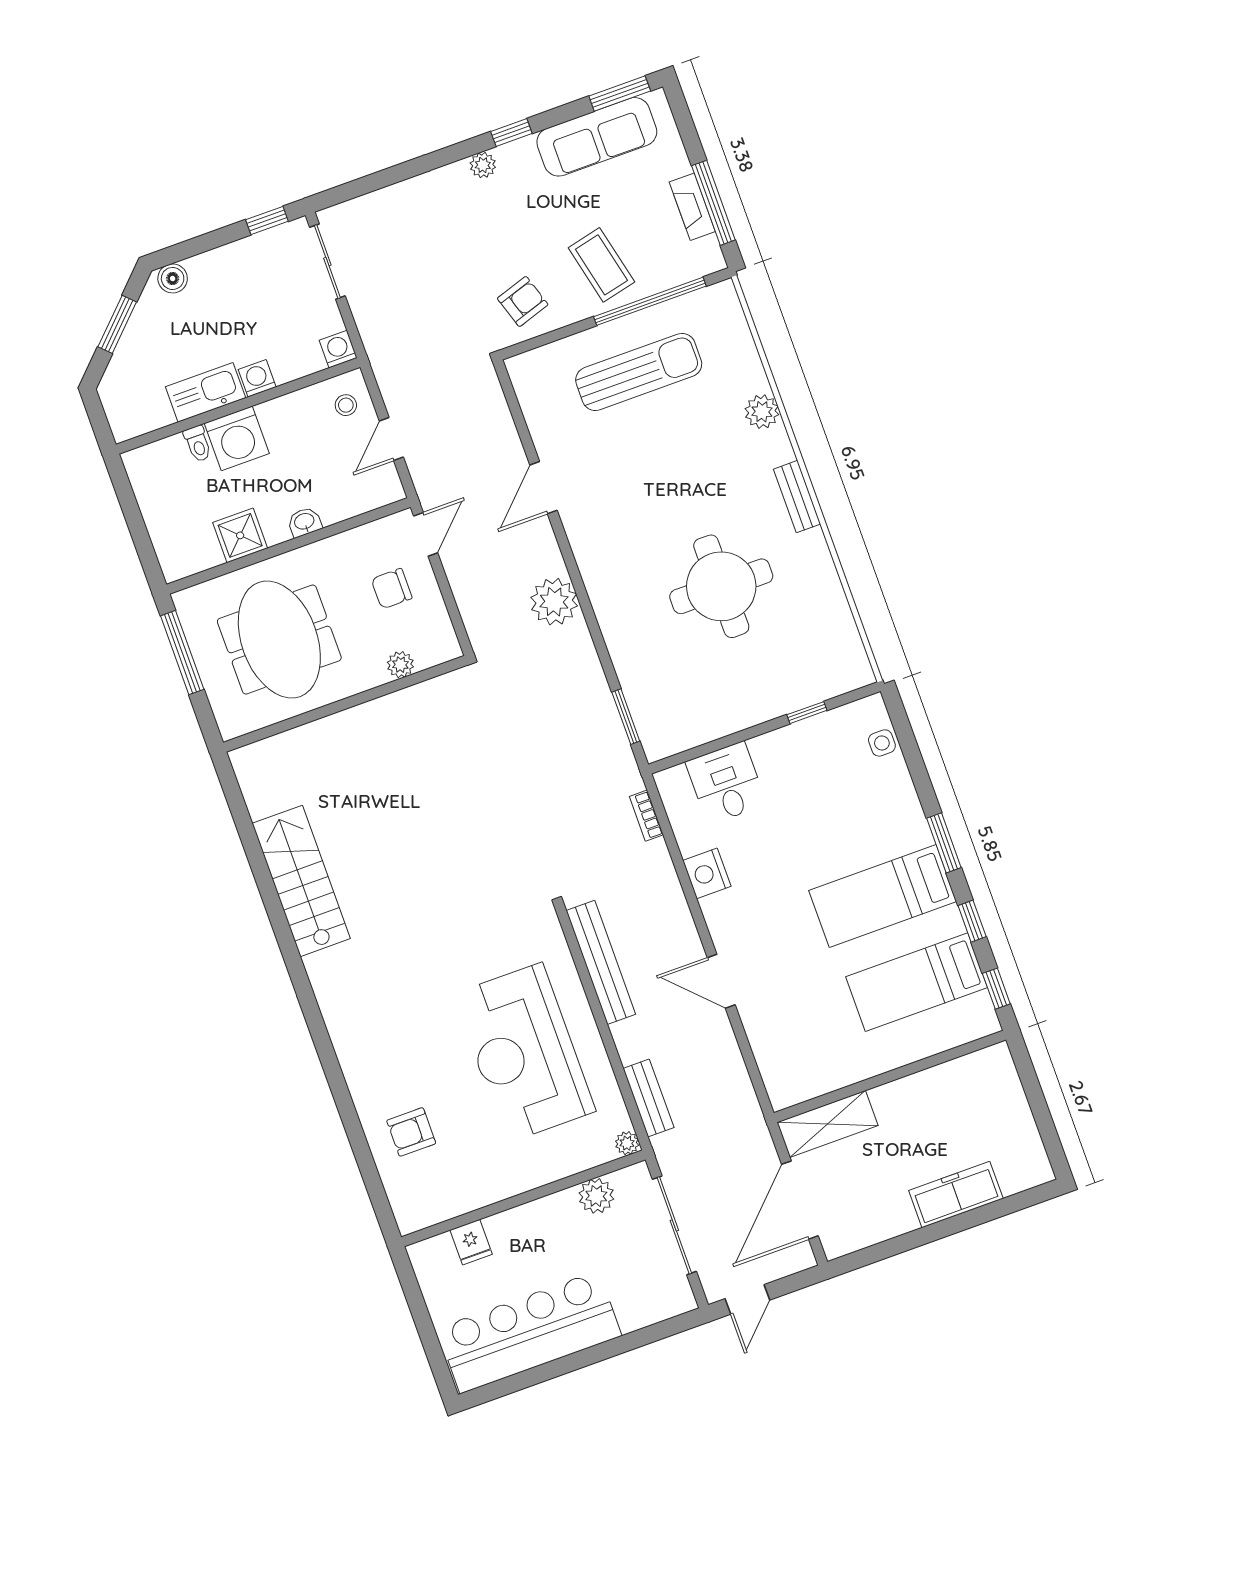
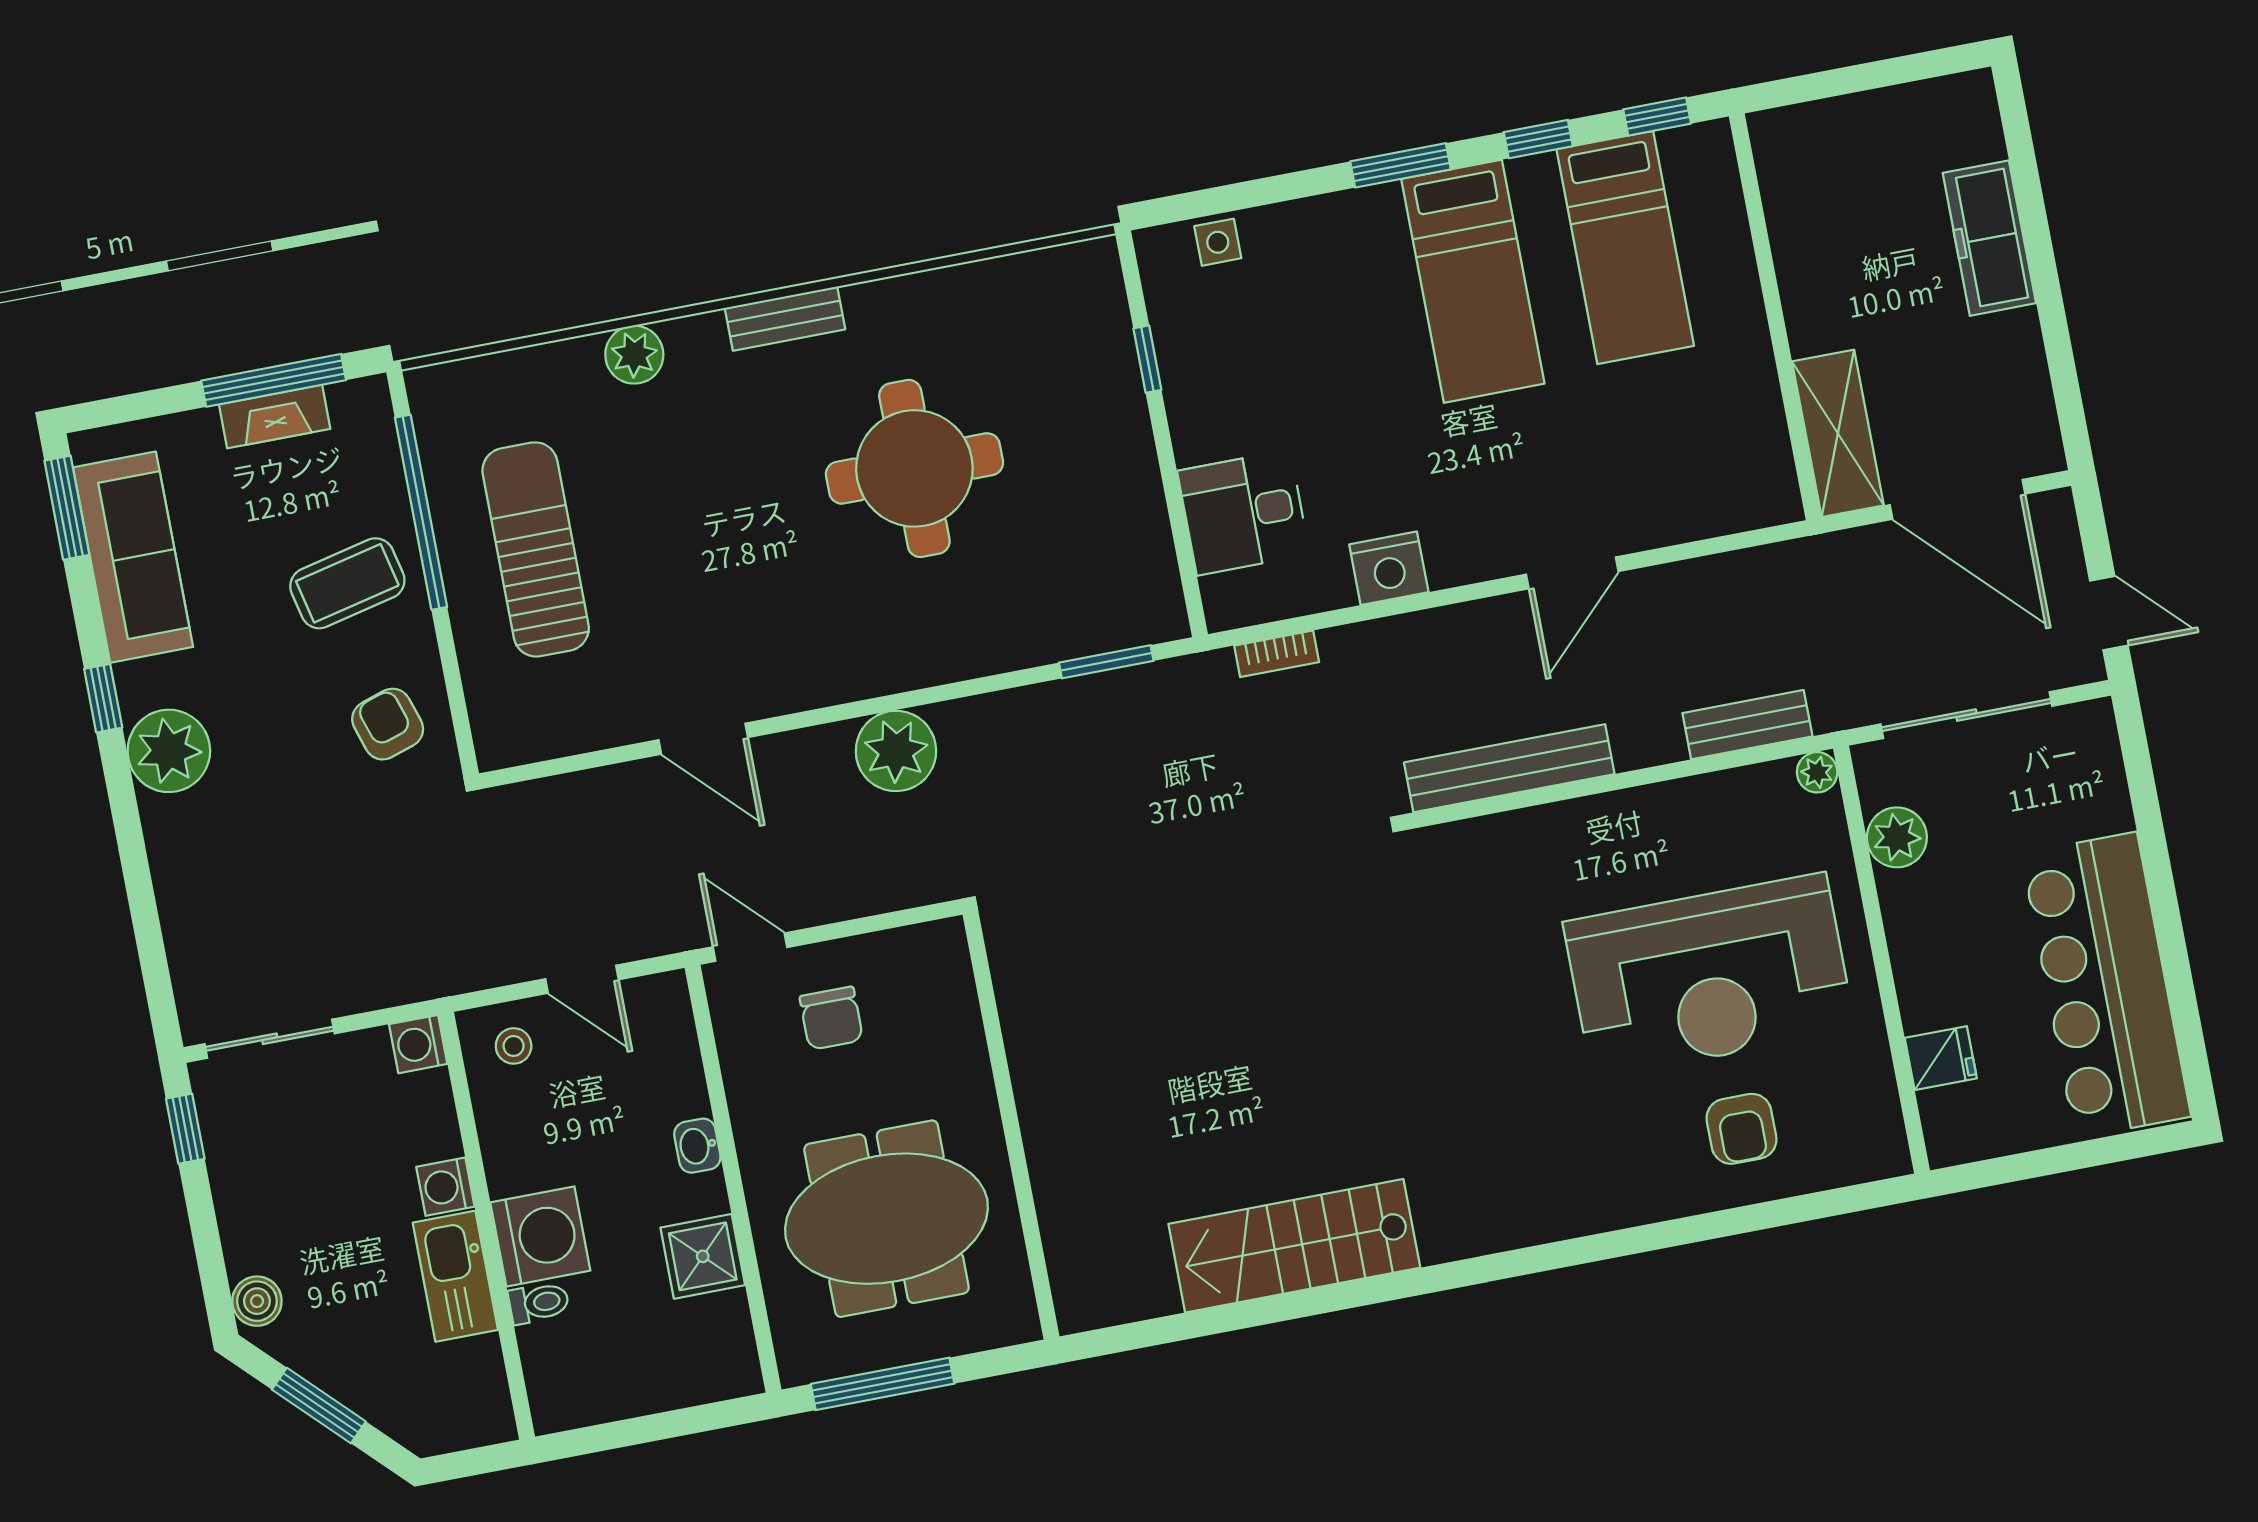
plant: (483, 165) -> (169, 751), width x1.88, depth x1.88
plant: (400, 665) -> (960, 1023), removed
reception desk: (524, 1053) -> (1709, 976), moved

